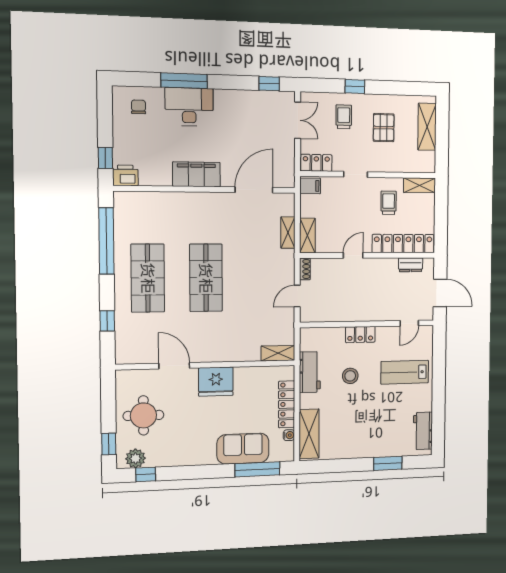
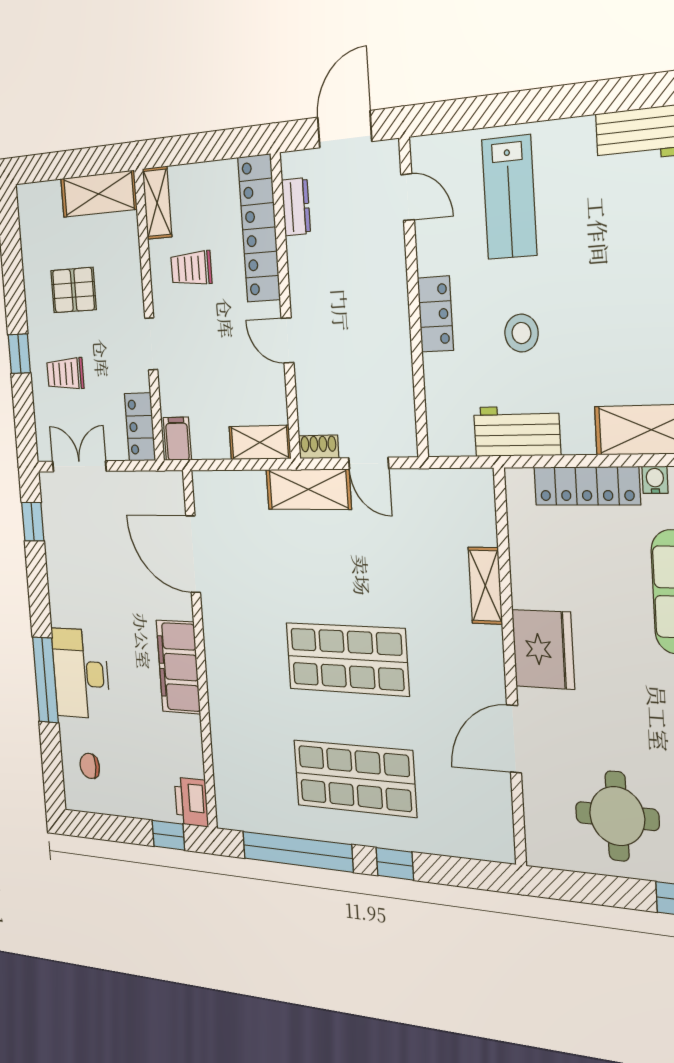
shelving: (427, 127) -> (99, 194), moved
shelving: (288, 233) -> (308, 489), moved, width x1.50, depth x1.33
window: (107, 321) -> (395, 864), moved
shelving: (278, 353) -> (485, 586), moved

